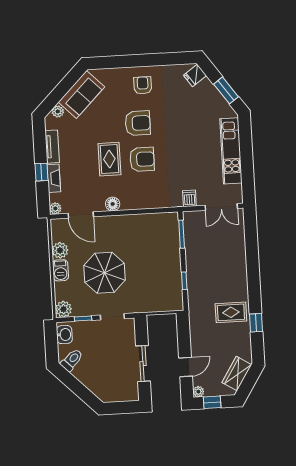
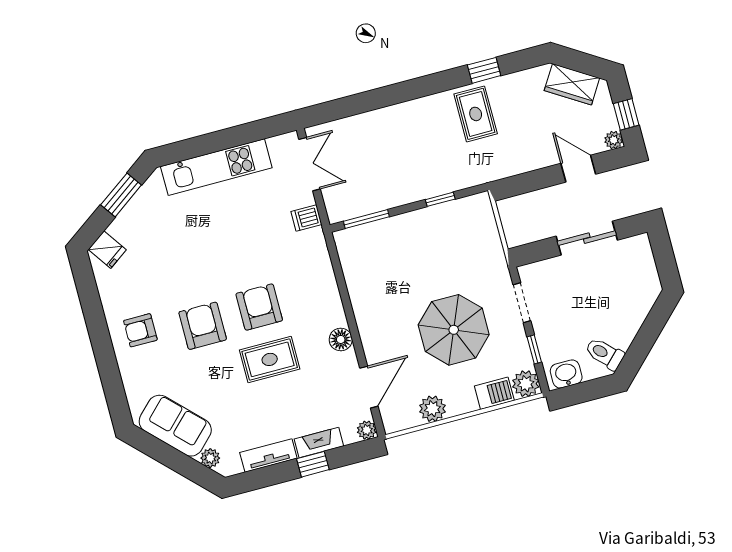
barbecue: (61, 270) -> (494, 393), moved

